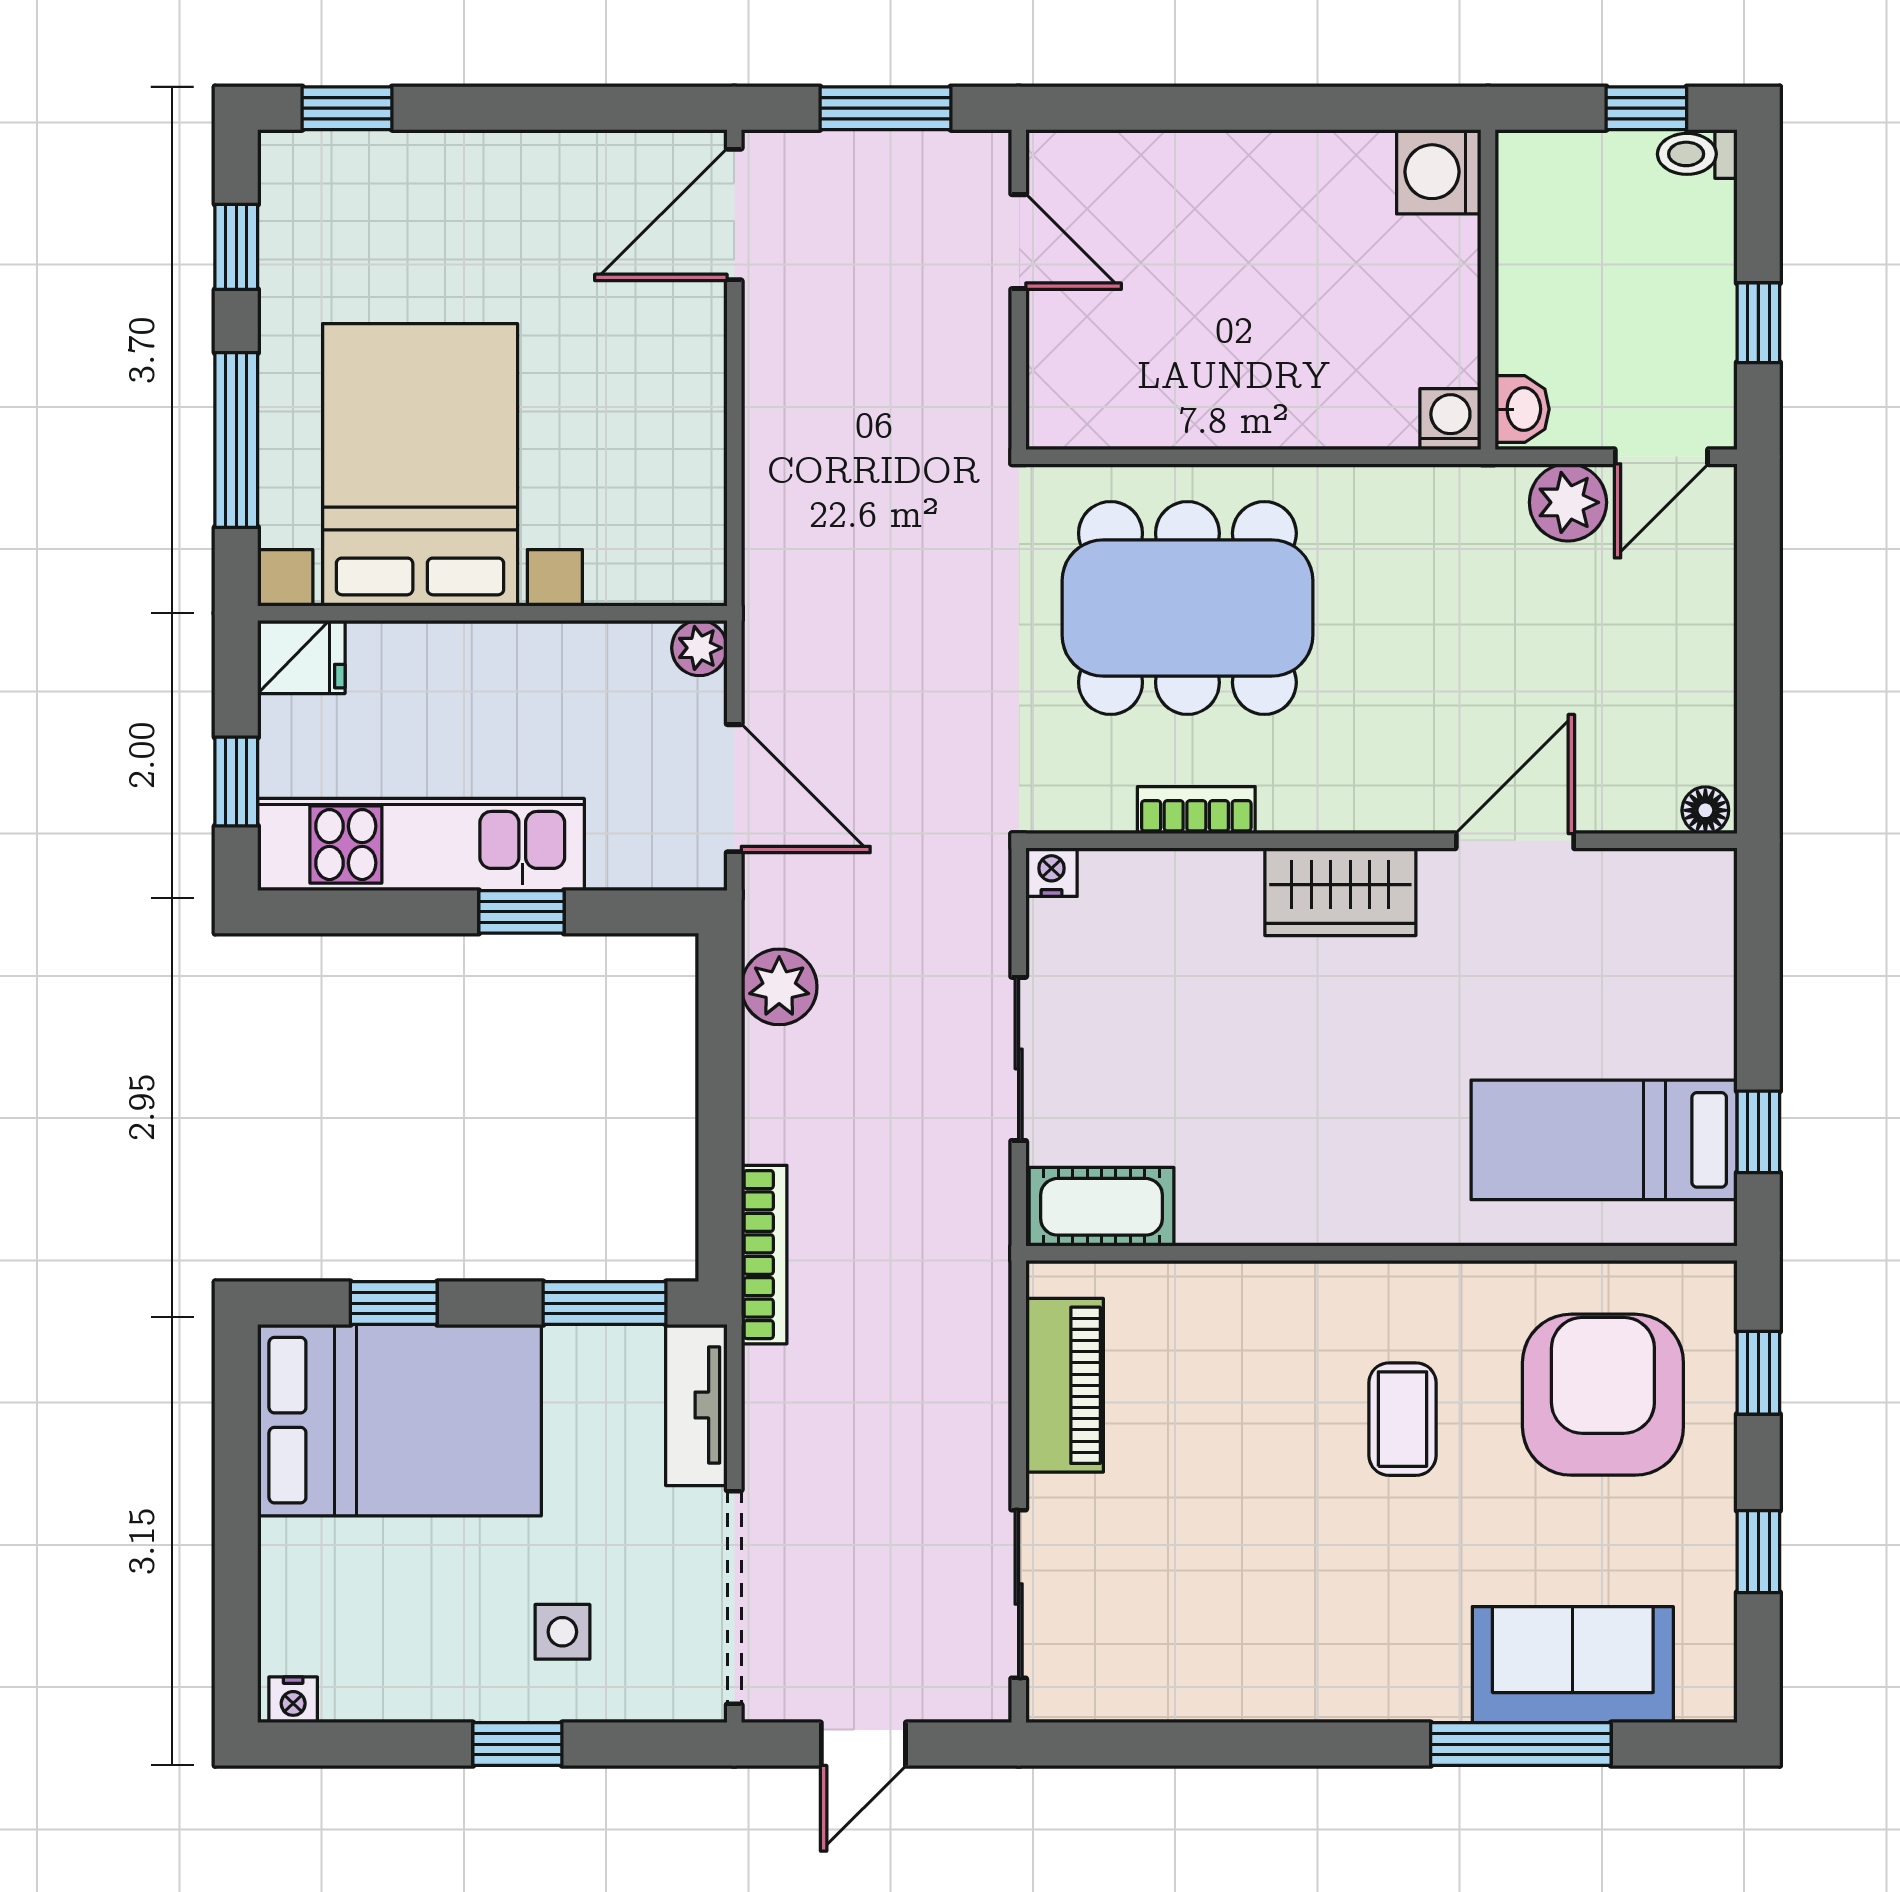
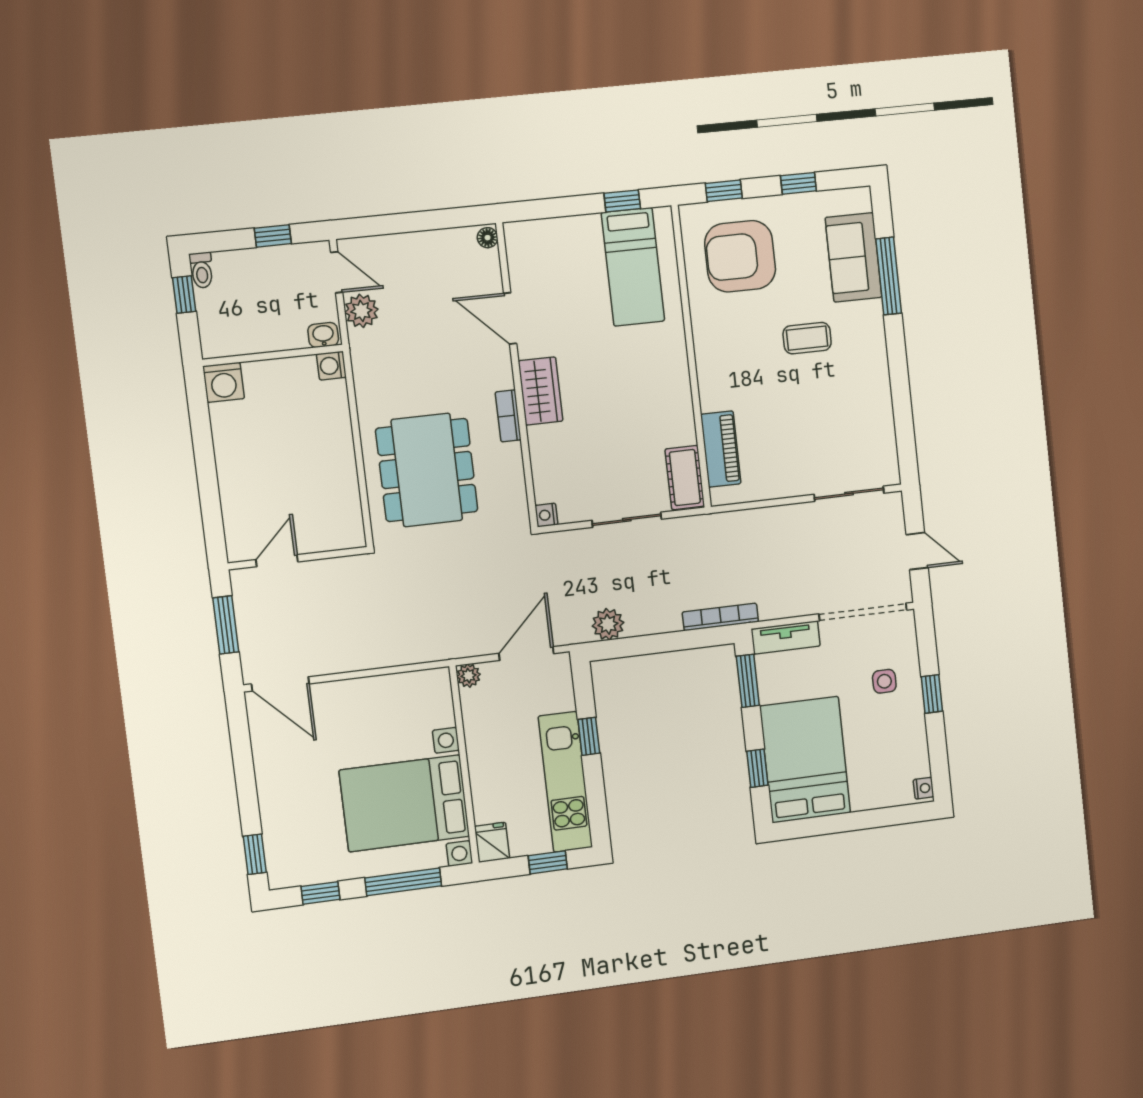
bookcase: (1196, 810) -> (508, 416), moved
piano: (1065, 1385) -> (721, 449), moved, turned 90
coffee table: (1402, 1419) -> (807, 338), moved

